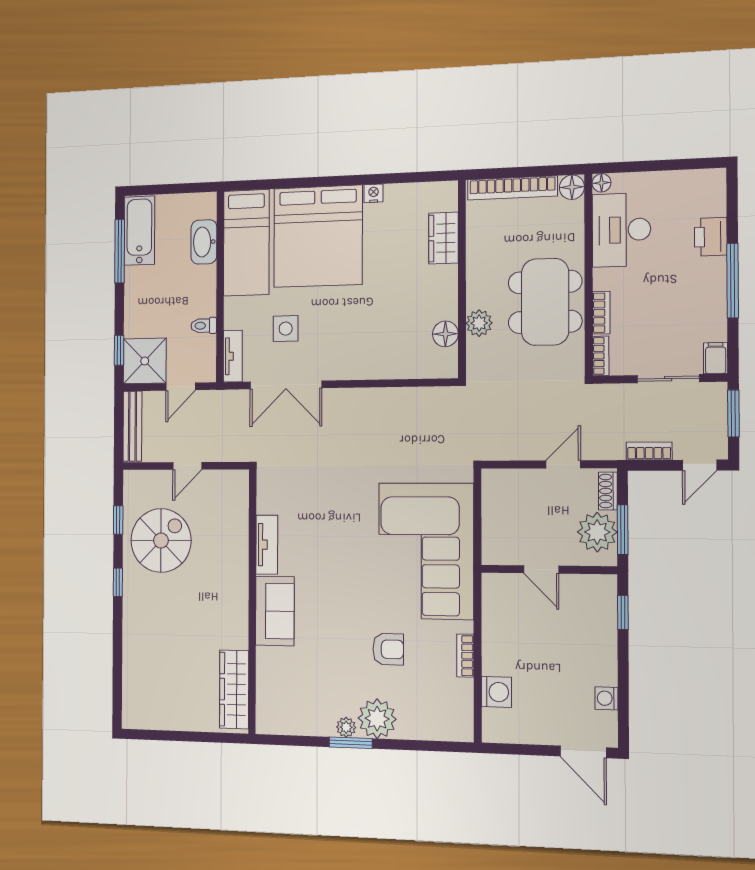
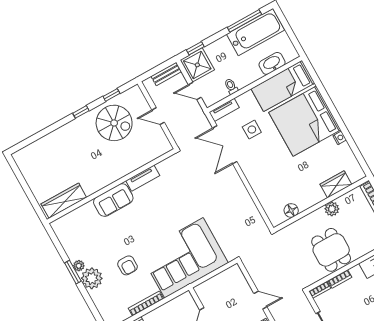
bathtub: (139, 231) -> (256, 32), width x1.36, depth x1.36
dining table: (545, 302) -> (331, 250), width x0.73
plant: (479, 323) -> (332, 209), moved
bench: (132, 426) -> (166, 74), width x0.73
bookcase: (465, 656) -> (146, 304), width x1.56

